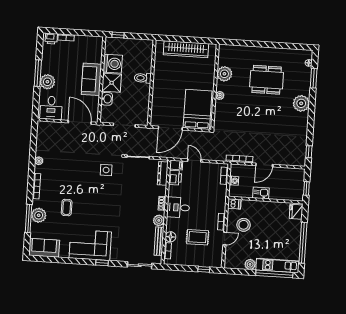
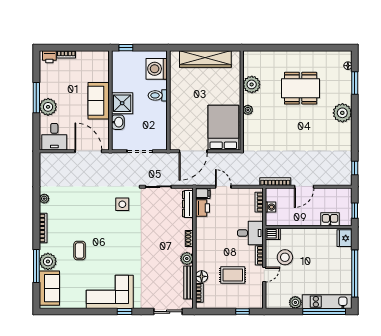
washing machine: (113, 64) -> (157, 69), moved, turned 180
kitchen sink: (261, 193) -> (330, 219), moved
desk: (178, 207) -> (250, 233), moved, turned 180
sofa: (44, 248) -> (49, 288), moved, turned 90

